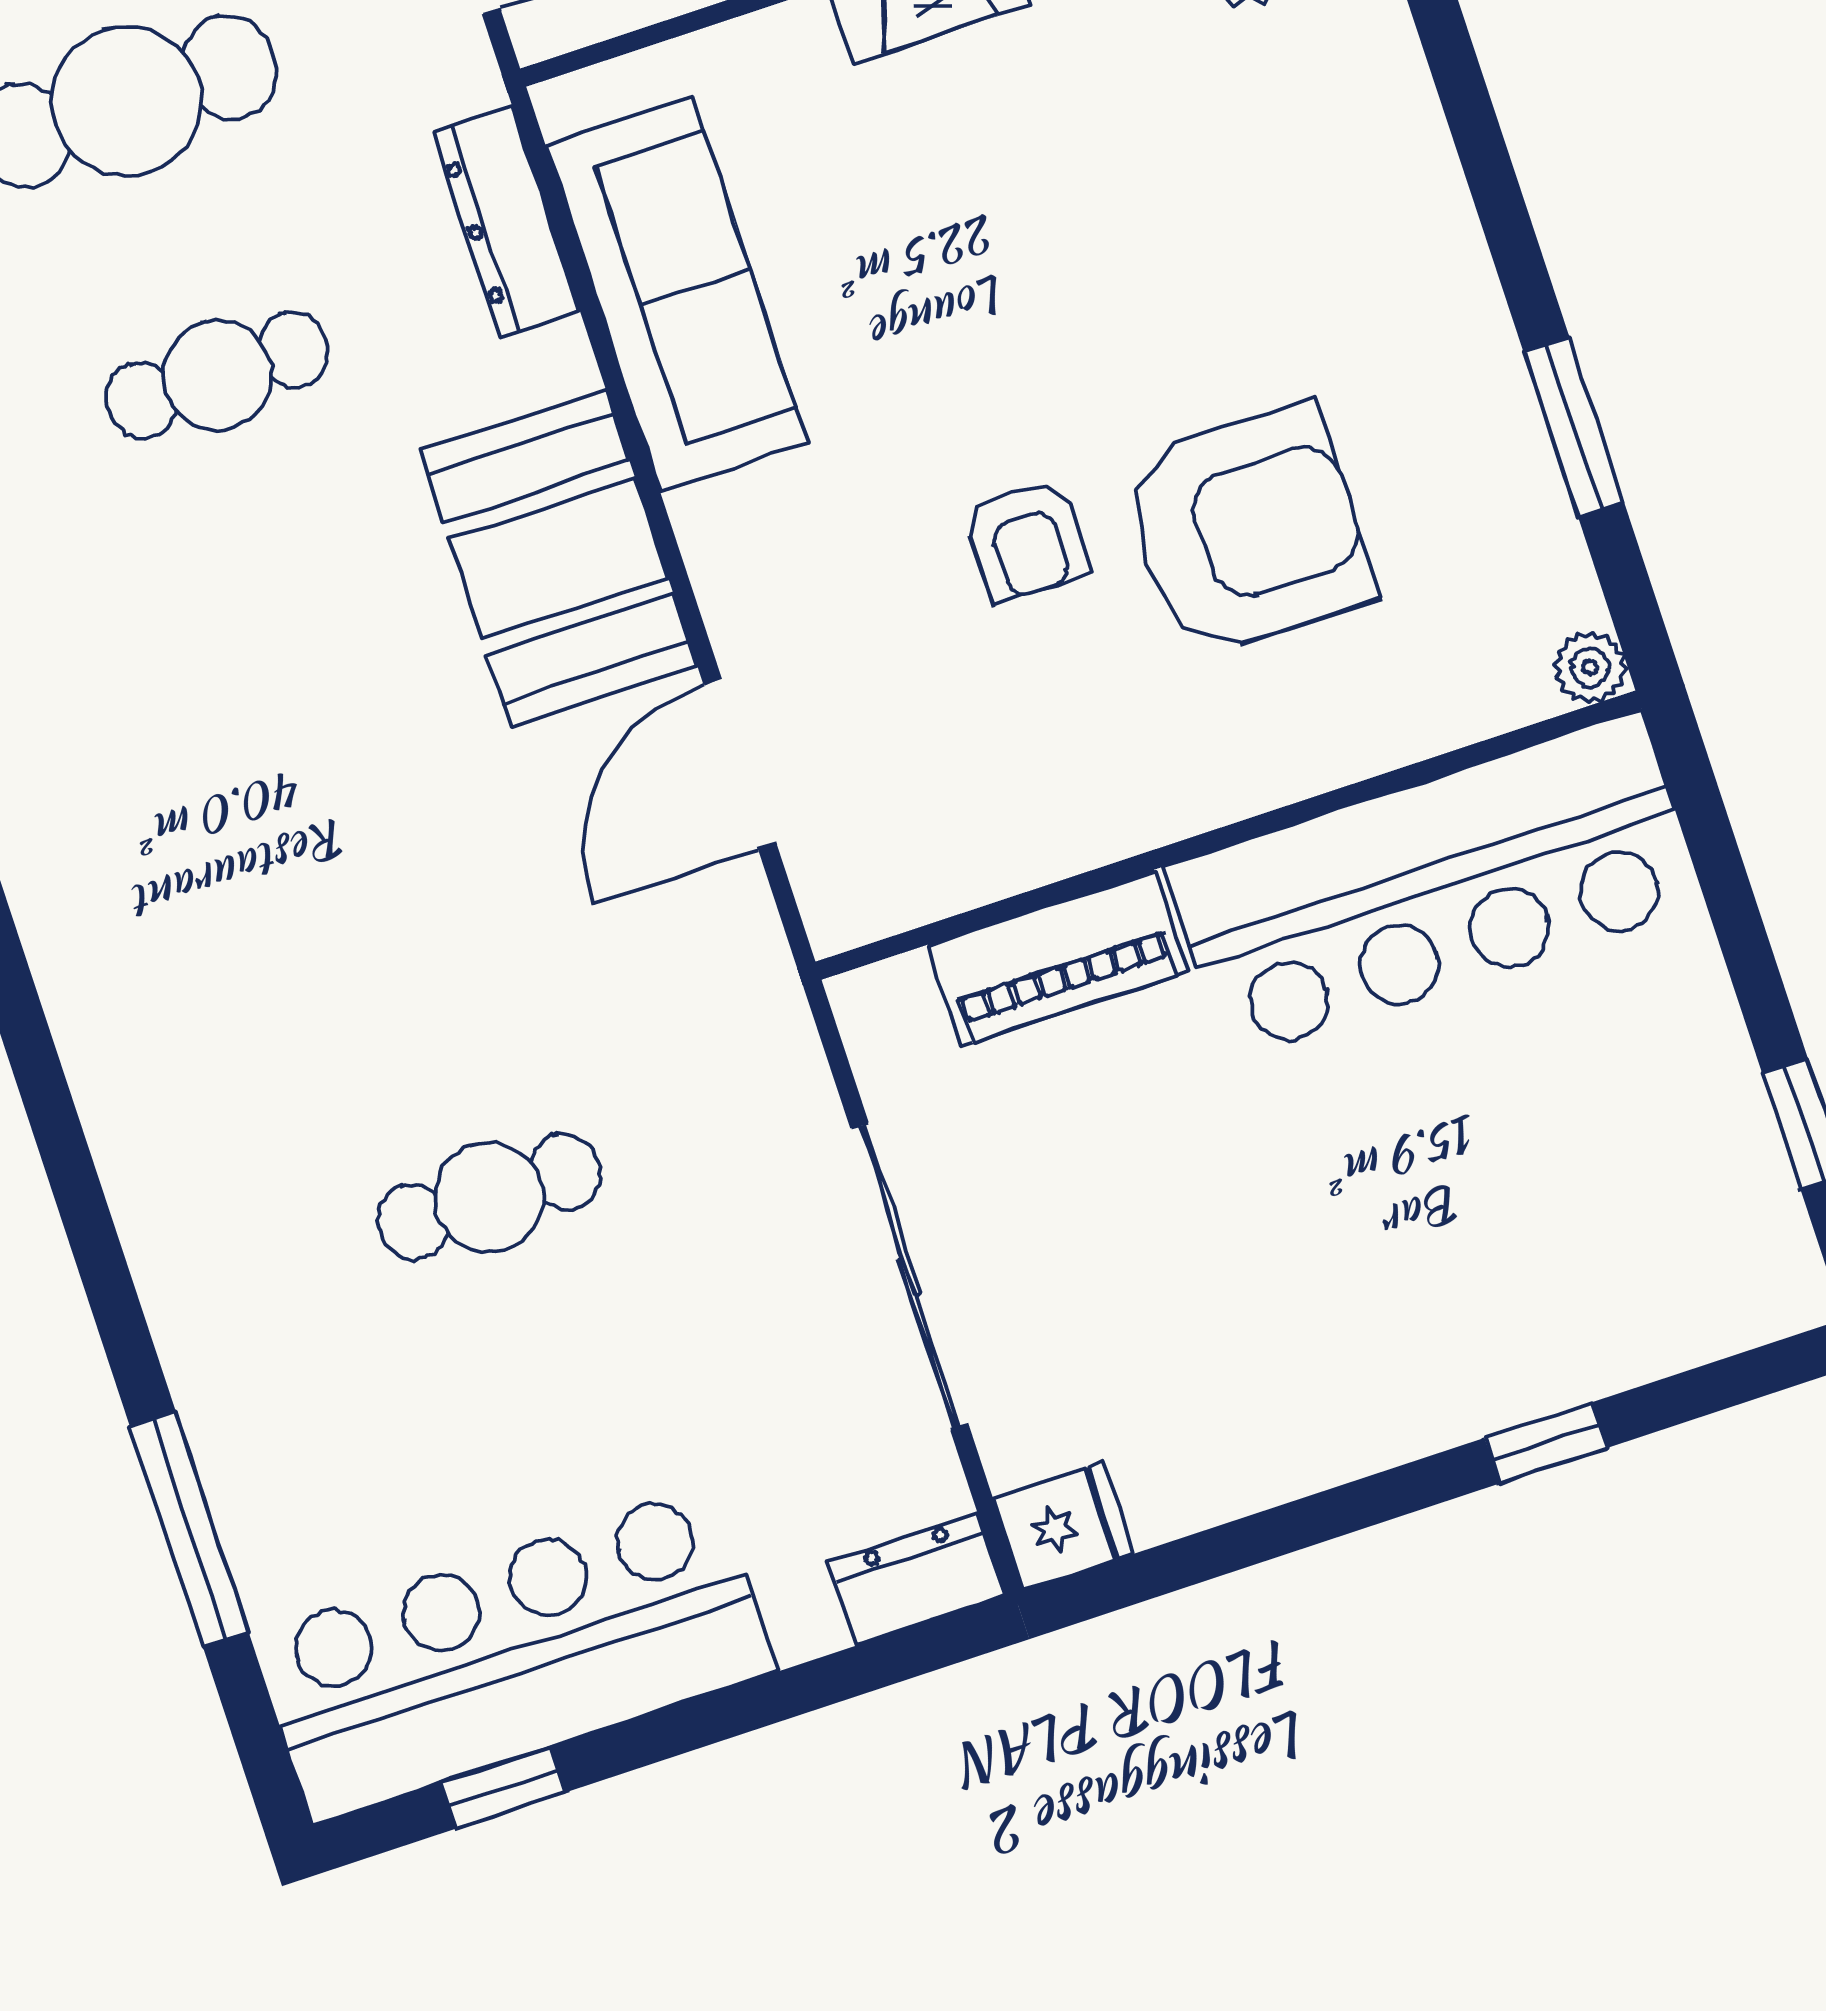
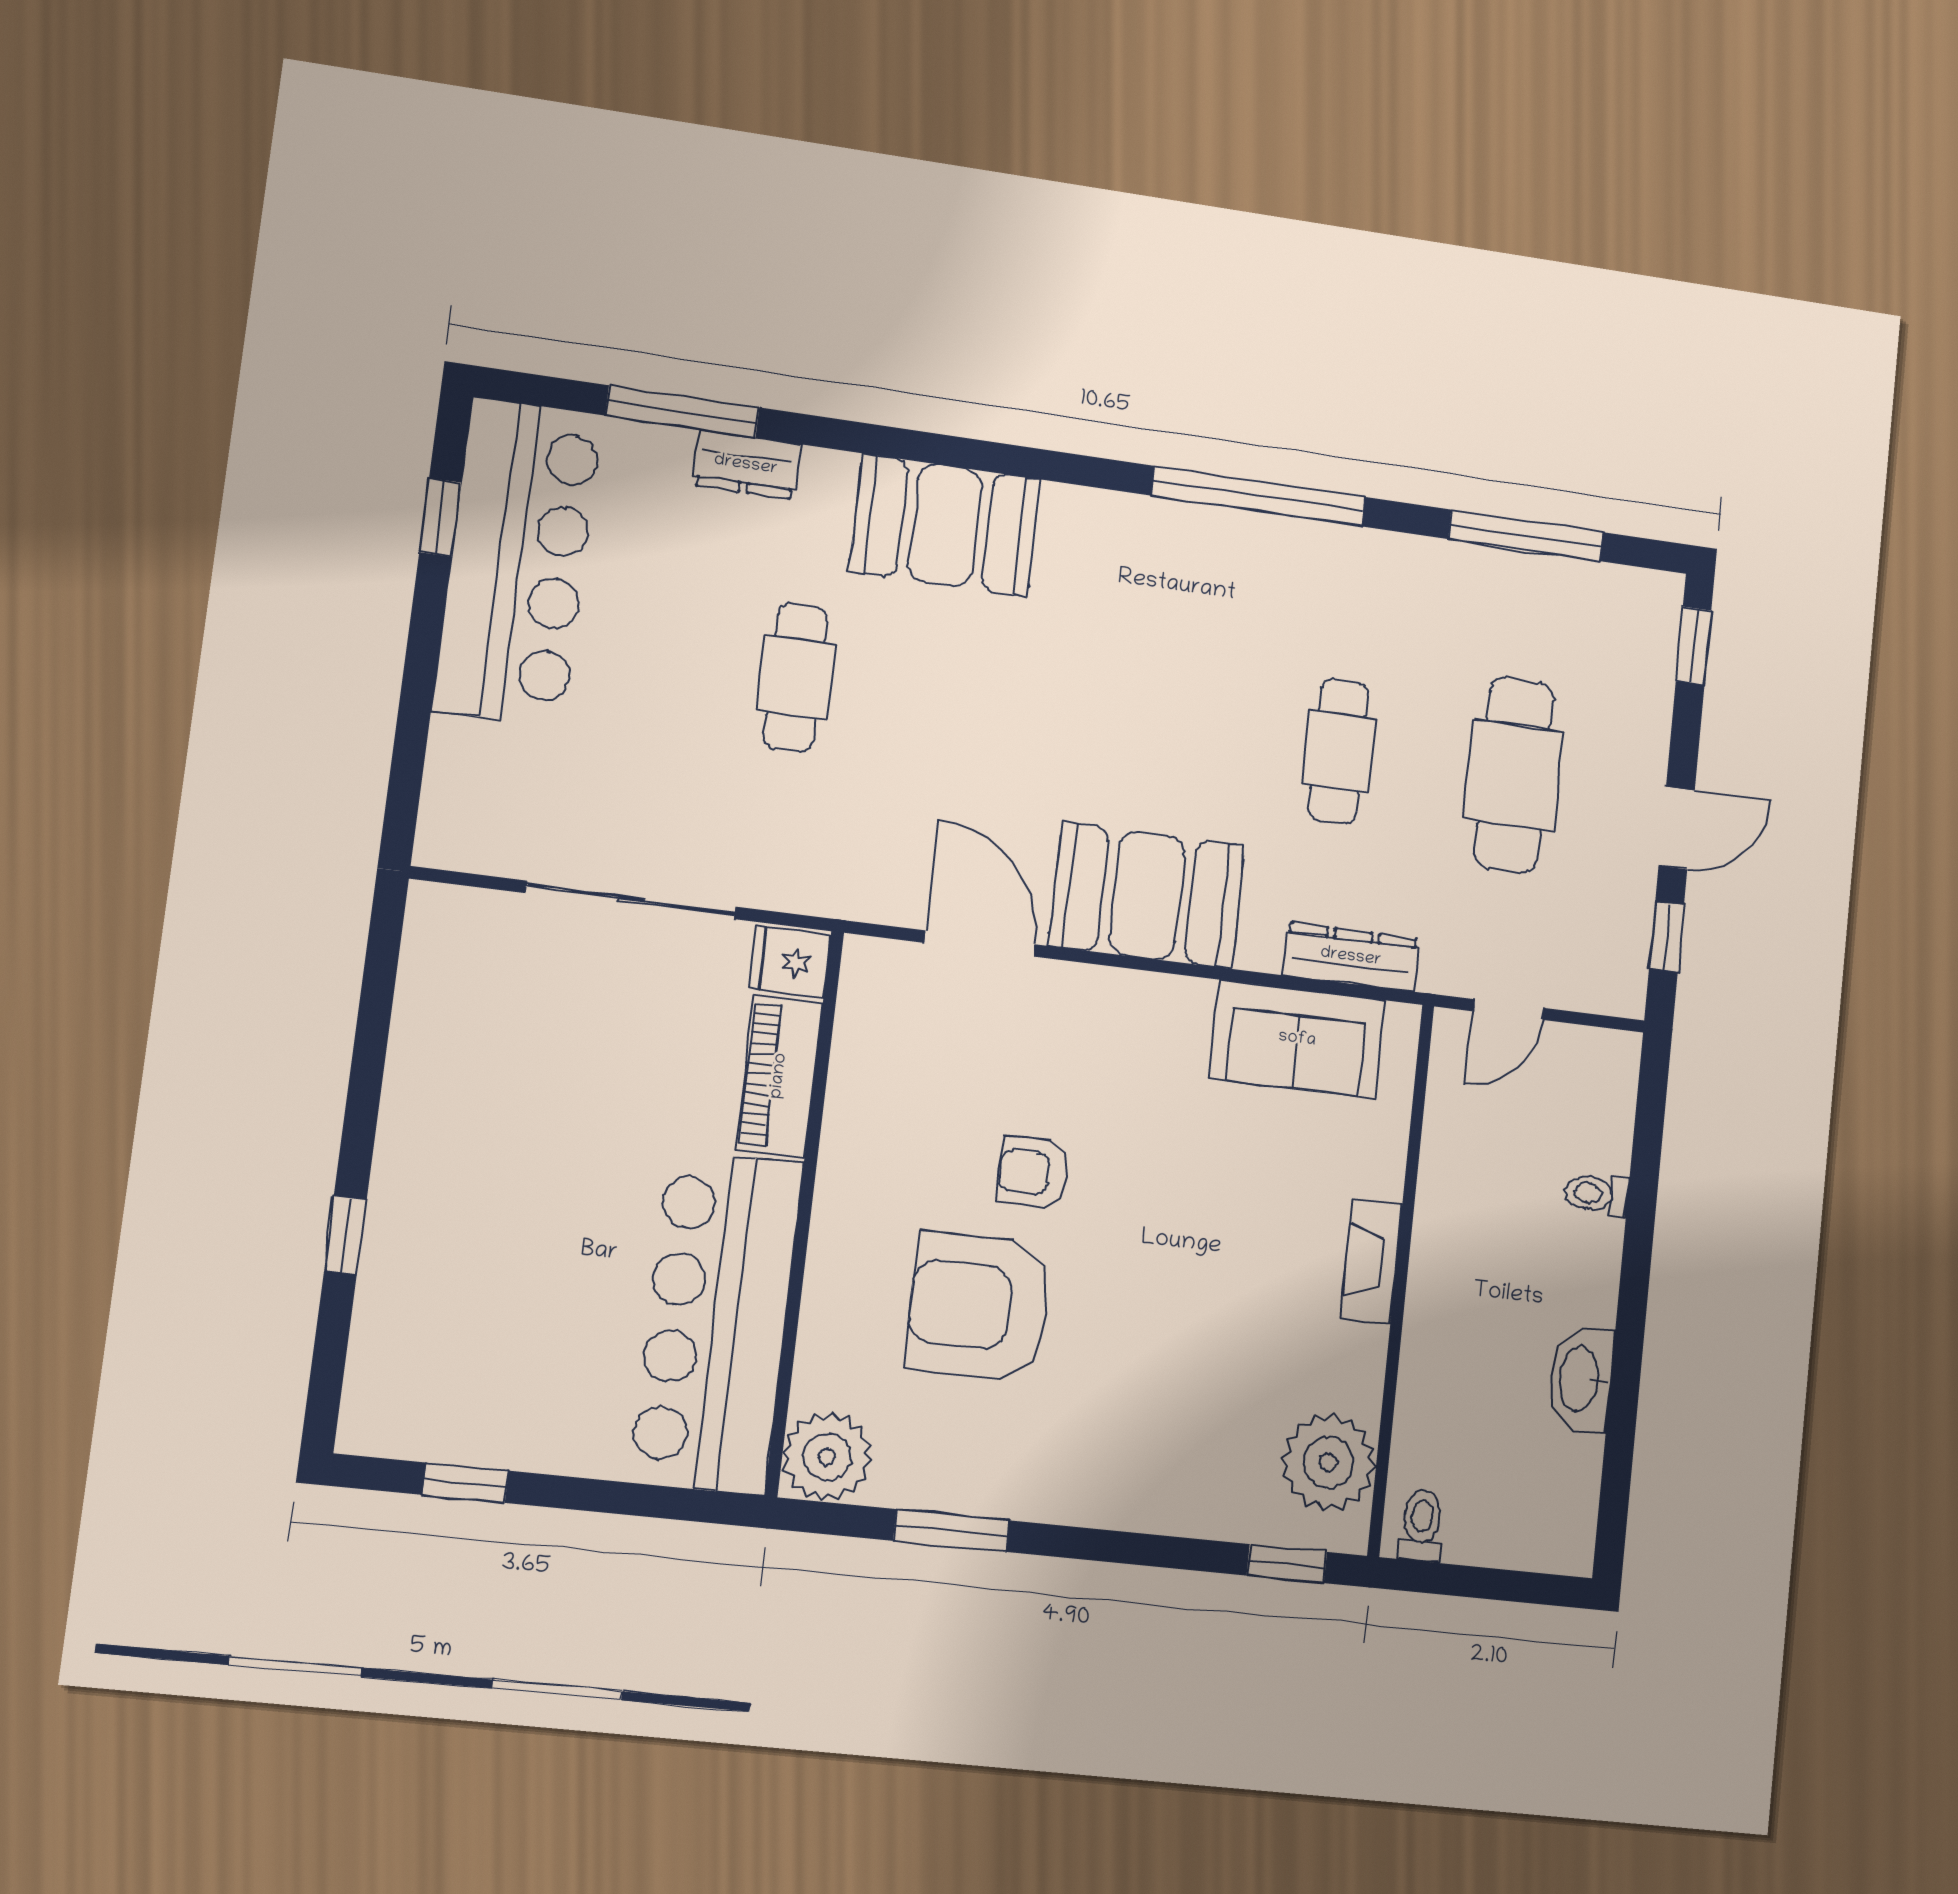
sofa: (676, 294) -> (1297, 1039), width x0.73
armchair: (1248, 531) -> (979, 1306), turned 90
plant: (1590, 667) -> (827, 1457), width x1.87, depth x1.87
booth: (168, 1089) -> (945, 525), added
fridge: (1063, 1526) -> (790, 962), moved, turned 90
dresser: (917, 1579) -> (746, 465), moved, turned 90

